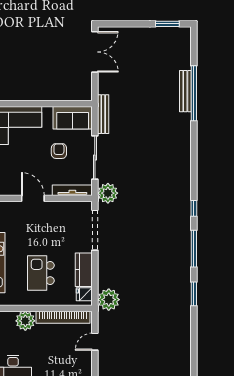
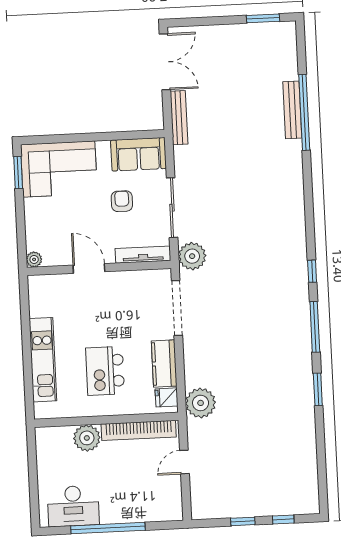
bench: (103, 114) -> (179, 118), moved

